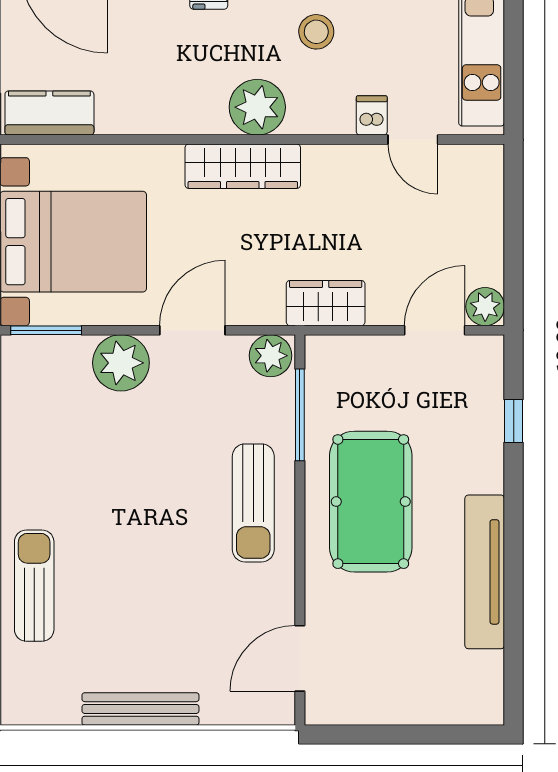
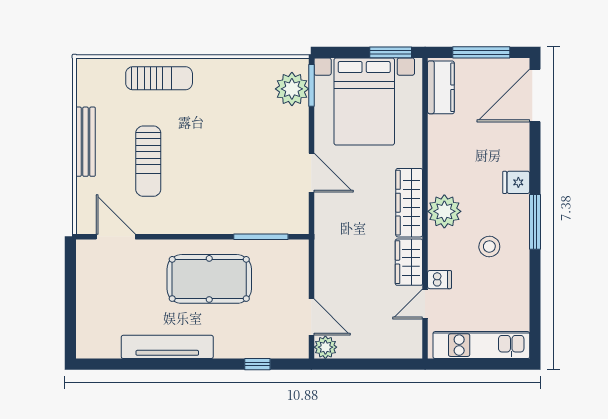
wardrobe: (326, 303) -> (409, 262), moved, turned 180
plant: (271, 356) -> (296, 219), removed
plant: (121, 363) -> (292, 89), moved
sun lounger: (253, 503) -> (148, 161), moved, turned -90

